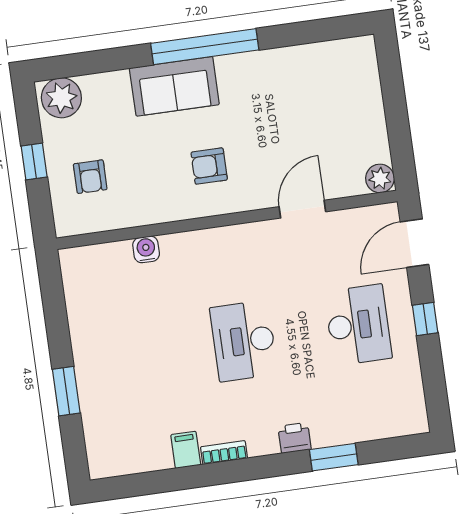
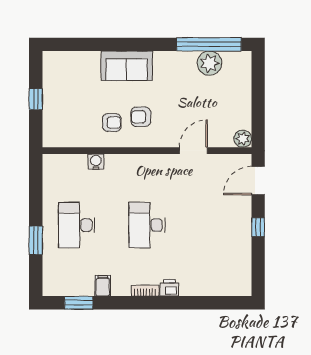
window: (205, 47) -> (209, 44), moved
plant: (61, 98) -> (209, 63), moved
armchair: (90, 177) -> (112, 123), moved, turned -90
desk: (358, 325) -> (77, 225), moved, turned 180
bookcase: (224, 453) -> (145, 291), moved
window: (334, 457) -> (79, 303), moved

